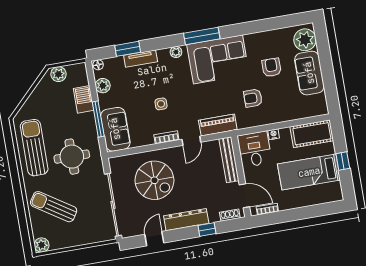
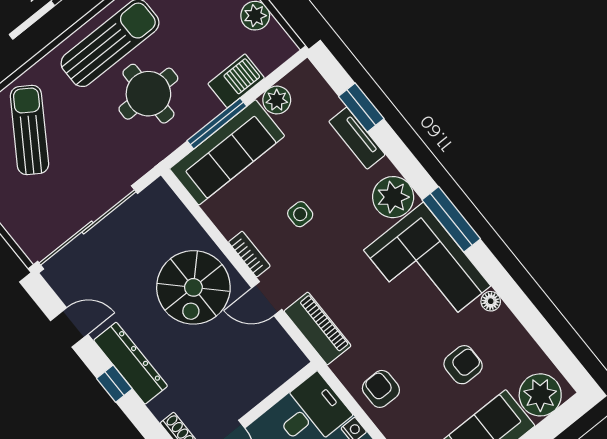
plant: (176, 52) -> (393, 197), width x1.87, depth x1.87
floor lamp: (98, 65) -> (491, 301), moved
armchair: (253, 98) -> (381, 389), moved
sofa: (115, 129) -> (227, 152), width x1.36
round table: (72, 157) -> (148, 94), moved
bench: (229, 160) -> (270, 379), removed
spiral stairs: (154, 180) -> (193, 287), moved
window: (207, 230) -> (114, 384), moved

